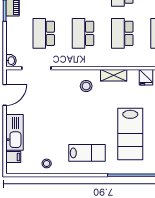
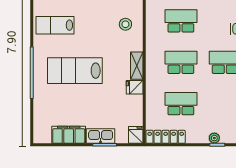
shelving: (114, 75) -> (137, 66), moved
lab bench: (87, 153) -> (55, 25), turned 90

